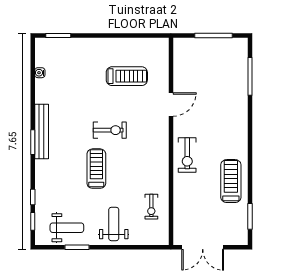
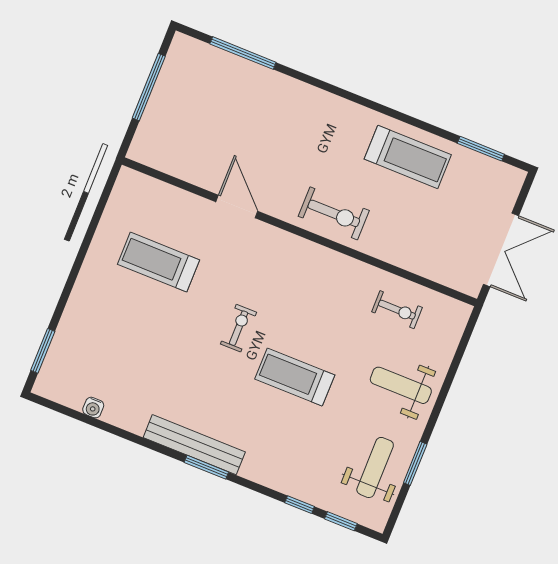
treadmill: (127, 76) -> (159, 262), turned -90
exercise bike: (110, 130) -> (239, 328), width x0.73, depth x0.72
treadmill: (231, 181) -> (408, 157), turned 180

